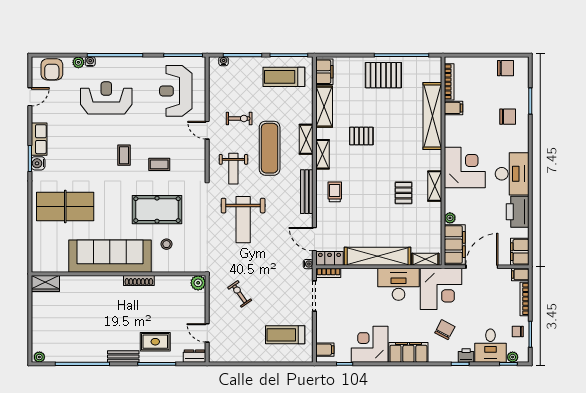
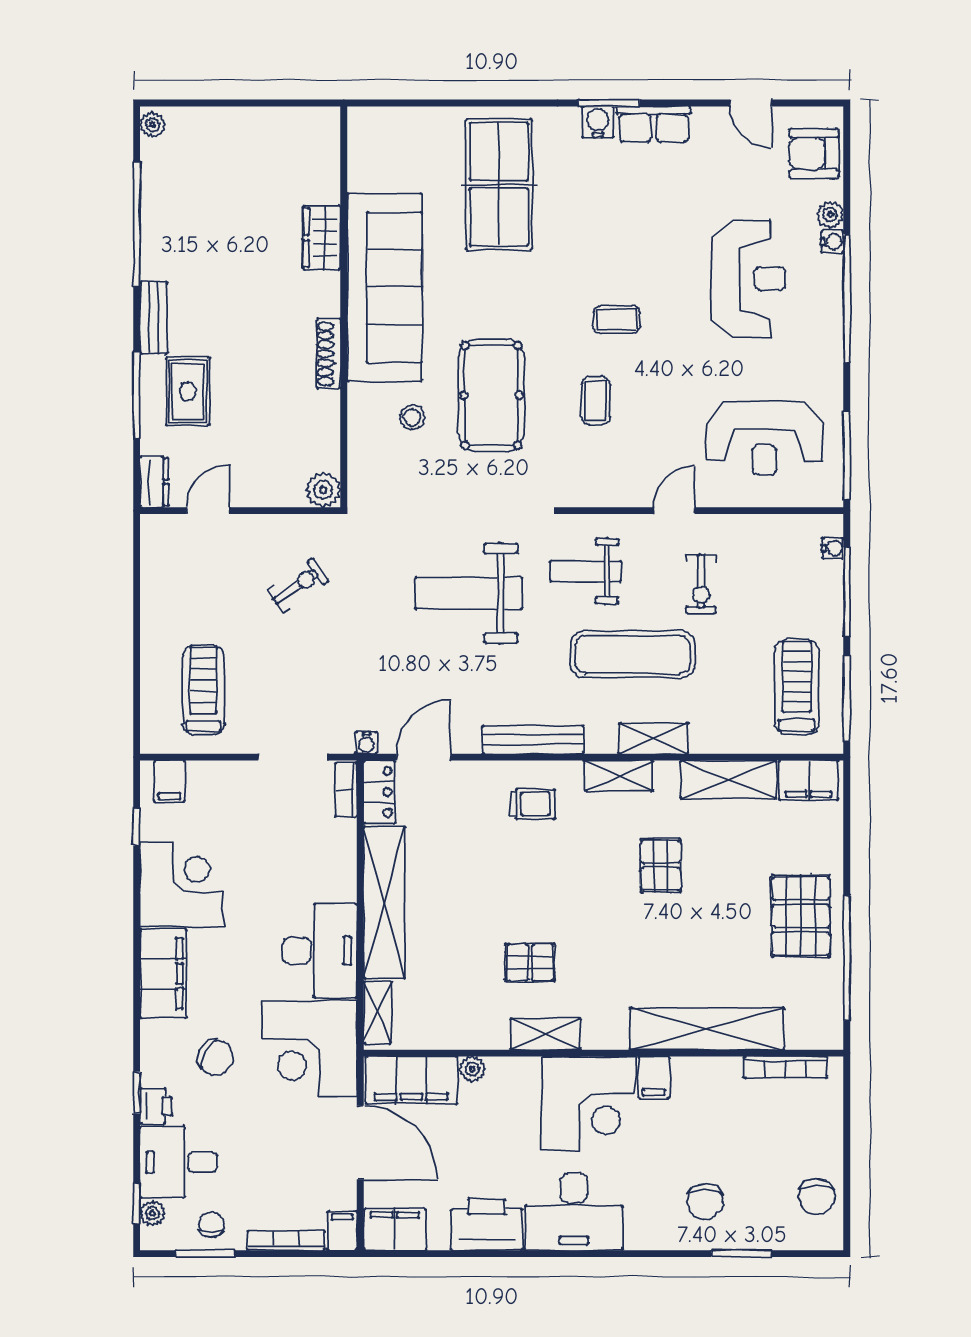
reception desk: (176, 91) -> (764, 439), turned 180
filing cabinet: (454, 108) -> (654, 1077), moved
wardrobe: (45, 283) -> (322, 238), moved

